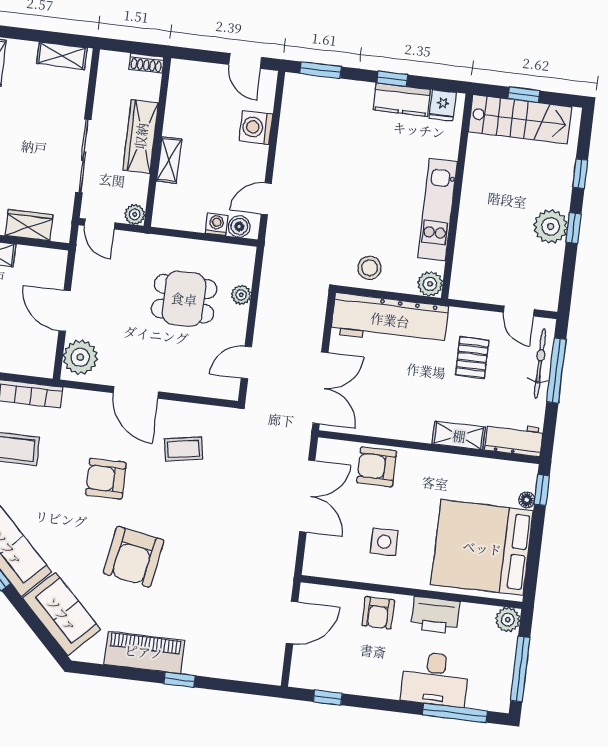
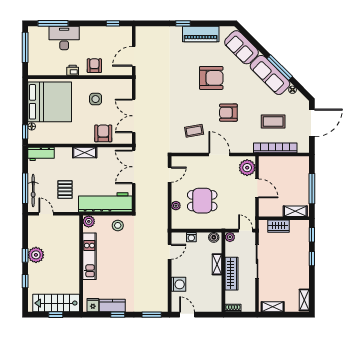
boiler: (239, 227) -> (214, 237), moved
shelving: (459, 436) -> (85, 153), moved
armchair: (377, 467) -> (103, 133), turned -90
armchair: (106, 479) -> (228, 113), turned 180
armchair: (134, 557) -> (211, 78), turned 80
printer: (435, 615) -> (73, 70), width x0.53, depth x0.68
plant: (508, 620) -> (34, 70), removed

